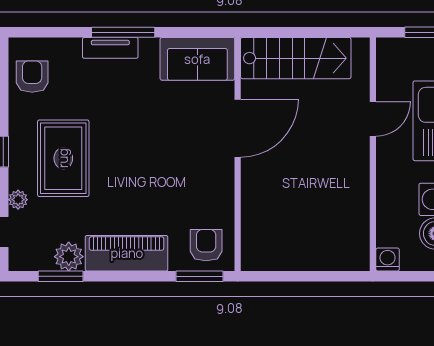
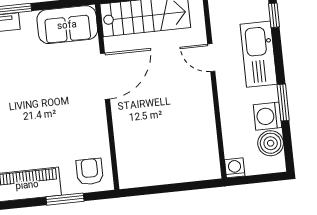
door: (373, 119) -> (211, 58), swing flipped
window: (199, 276) -> (65, 199), moved

